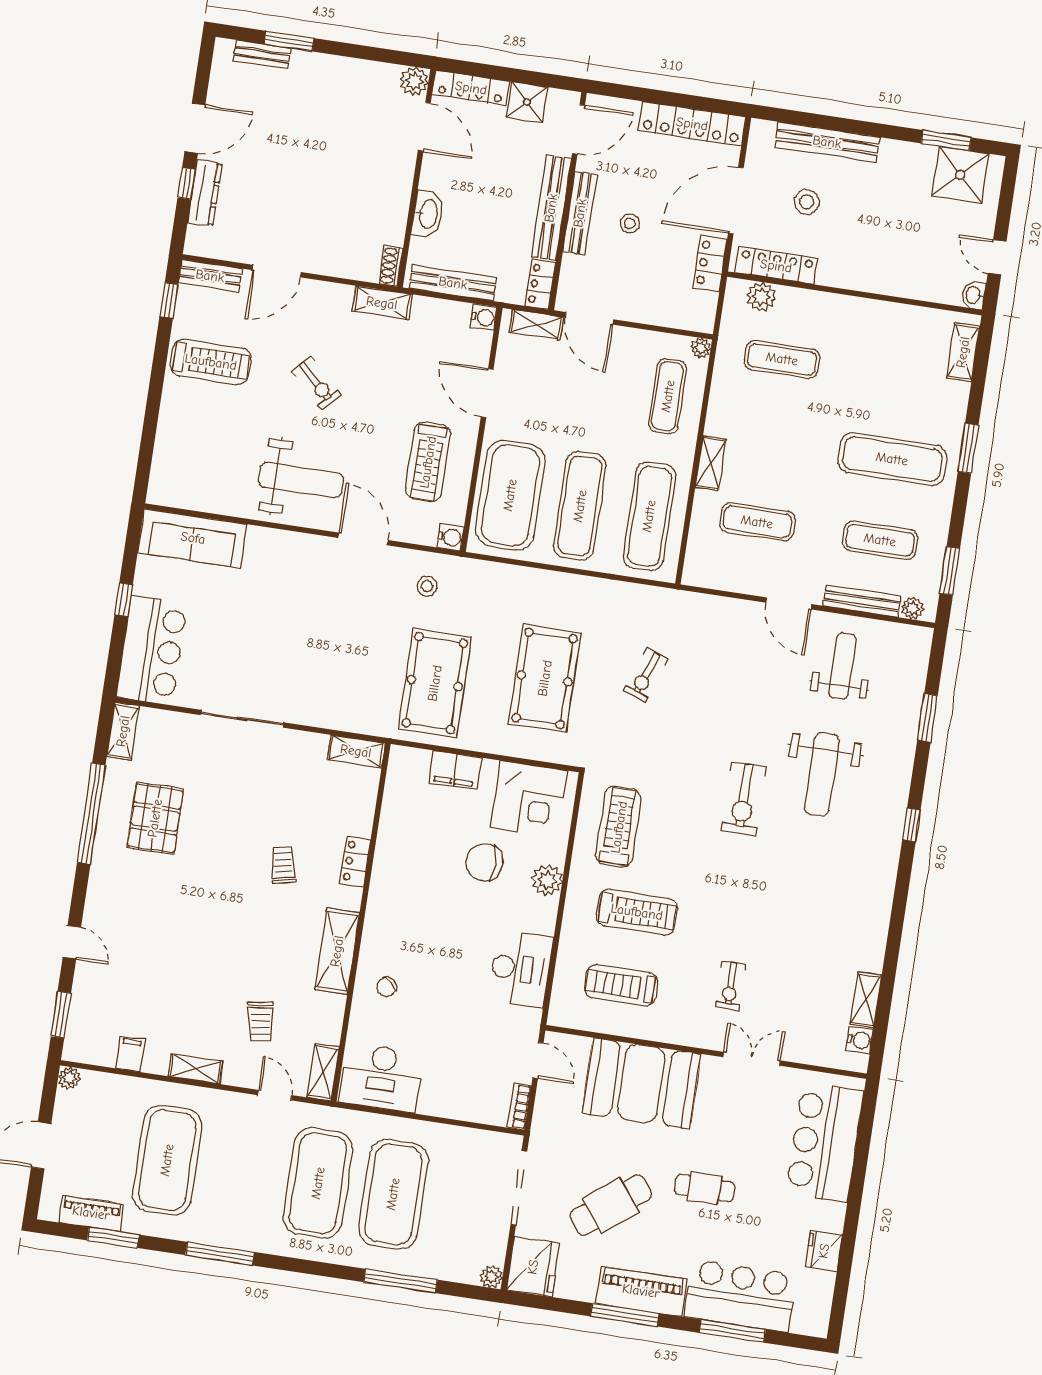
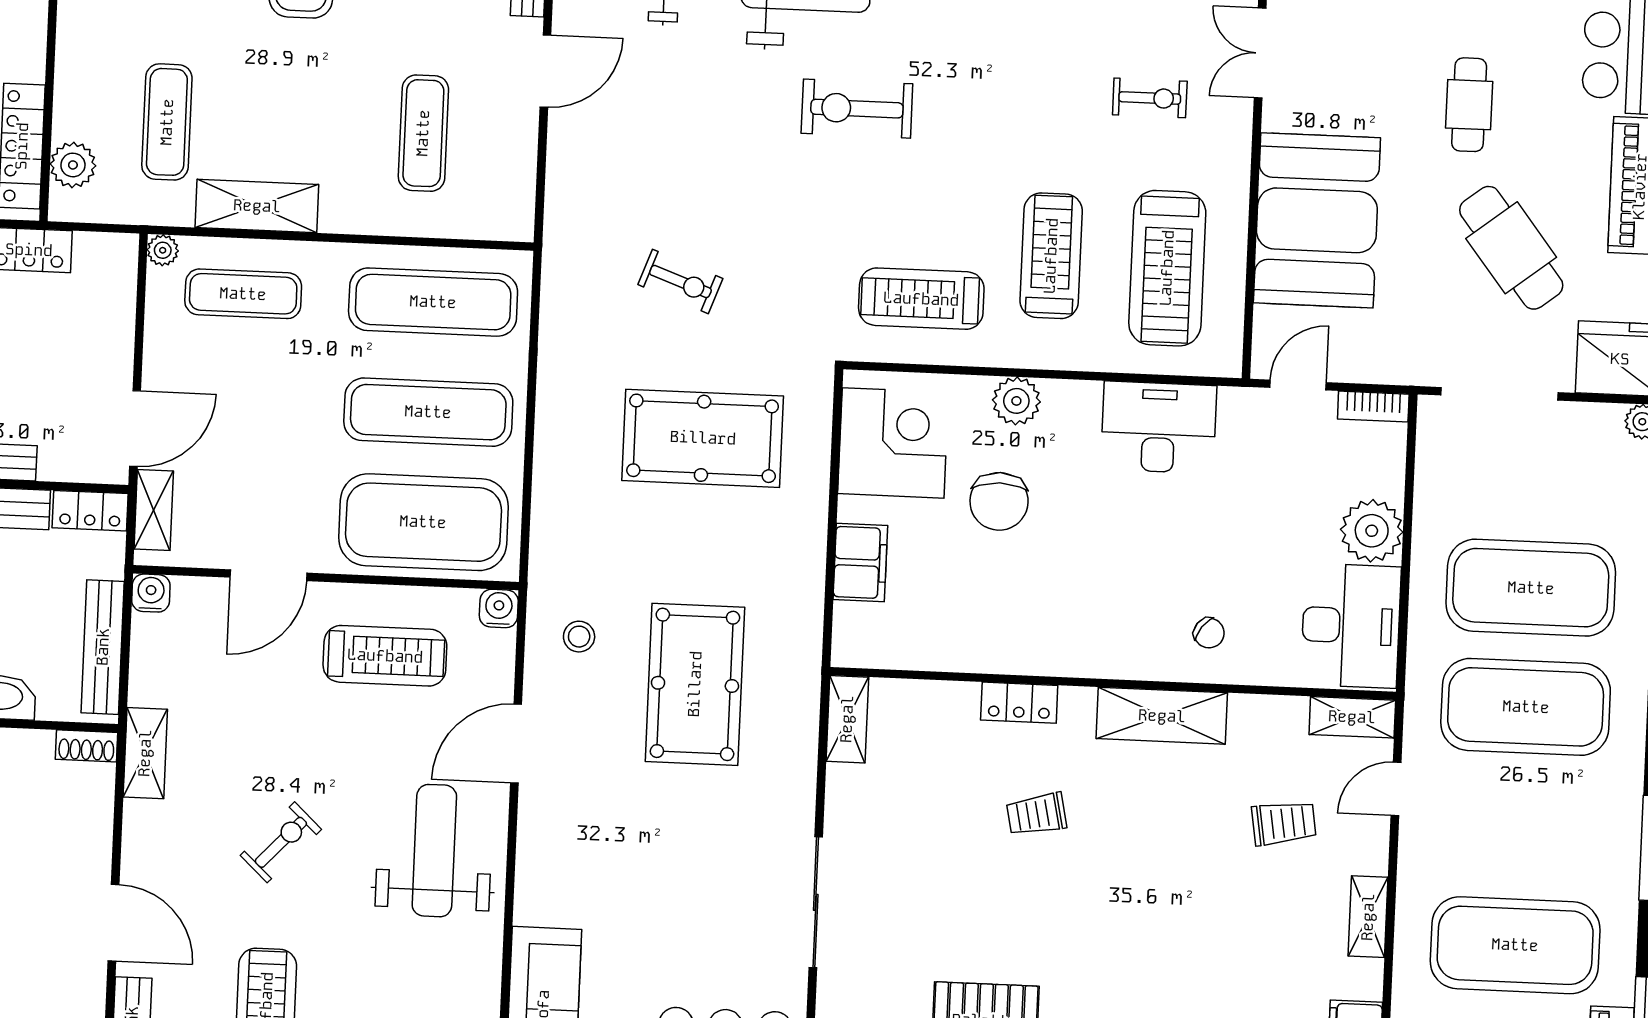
shelving: (711, 463) -> (257, 206), moved, width x1.50, depth x1.33
pool table: (435, 683) -> (695, 684), moved, turned 90
exercise bike: (744, 799) -> (857, 109), turned 180
treadmill: (621, 985) -> (1167, 268), width x1.37, depth x1.38
plant: (440, 1097) -> (1372, 531), added

